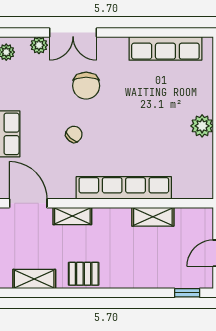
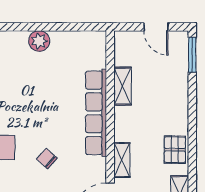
window: (187, 293) -> (192, 55), width x1.50

